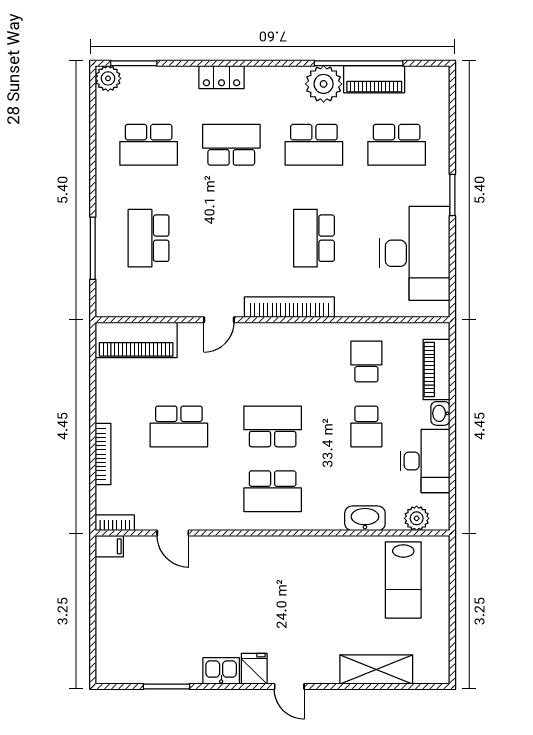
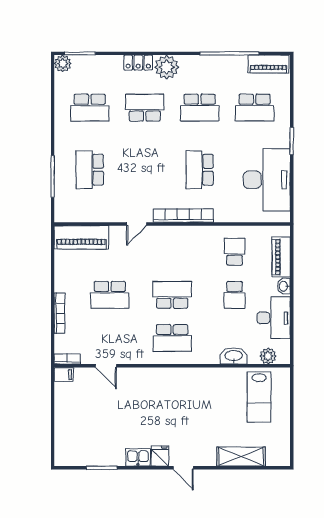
piano: (374, 79) -> (268, 64), moved
plant: (324, 84) -> (167, 67), moved

